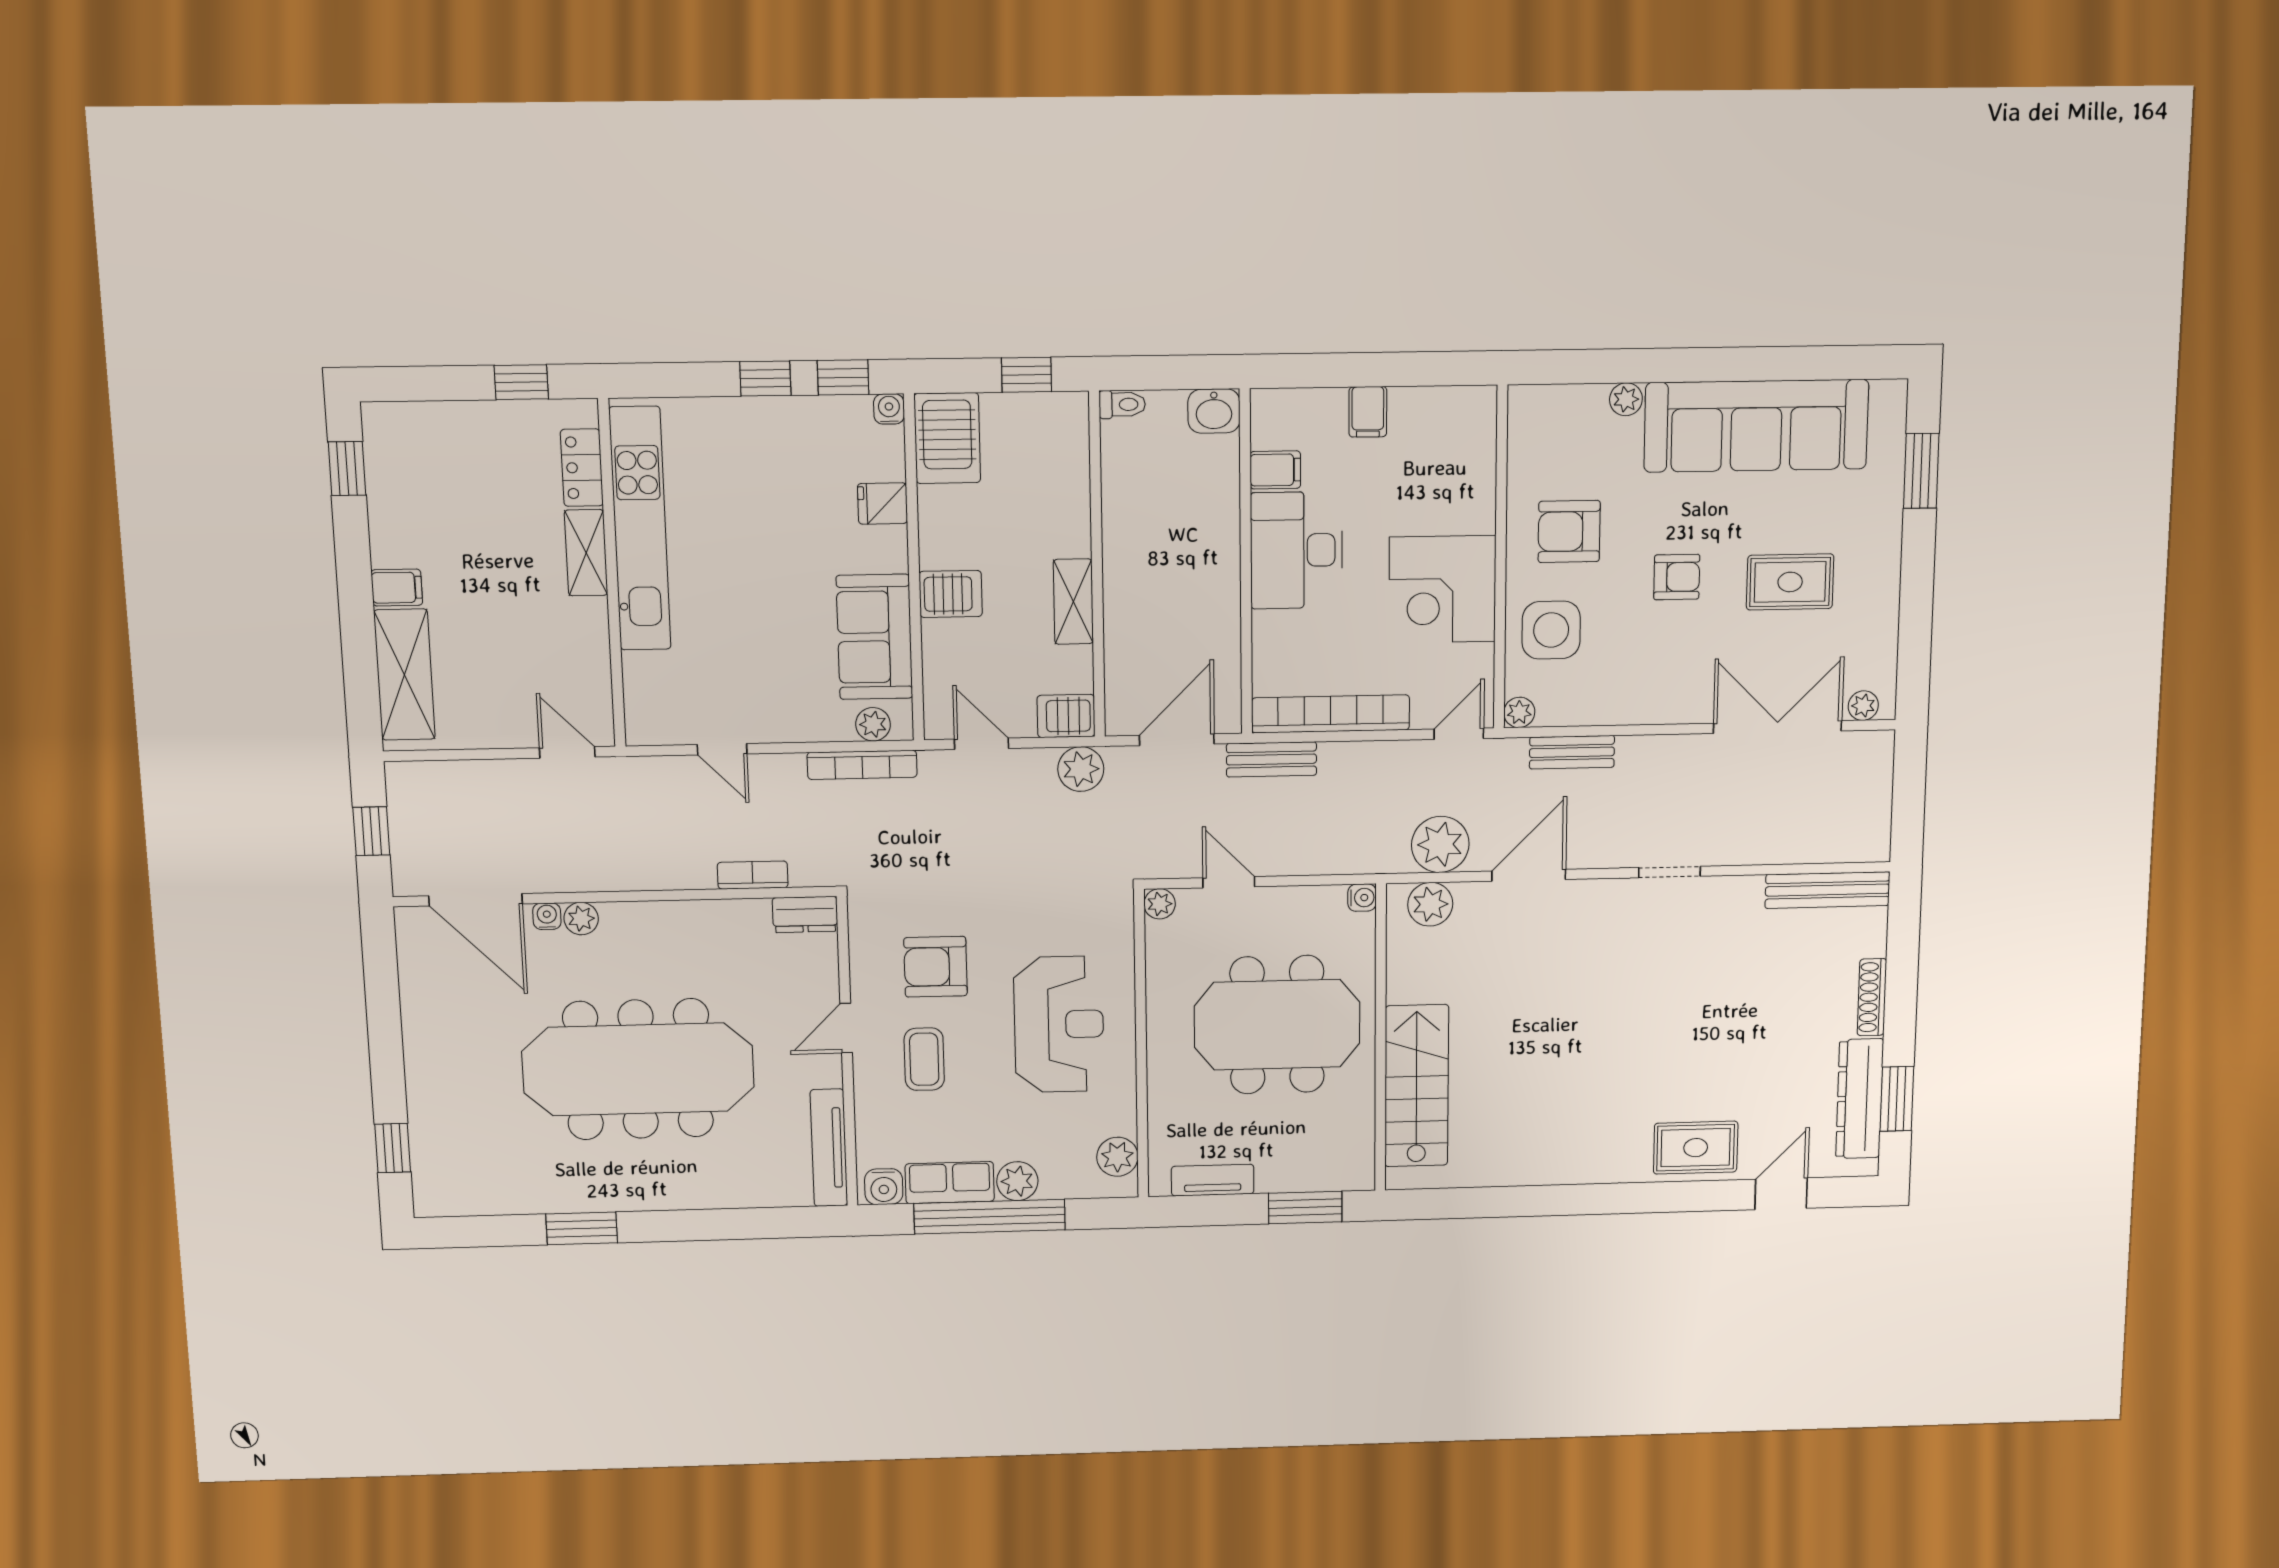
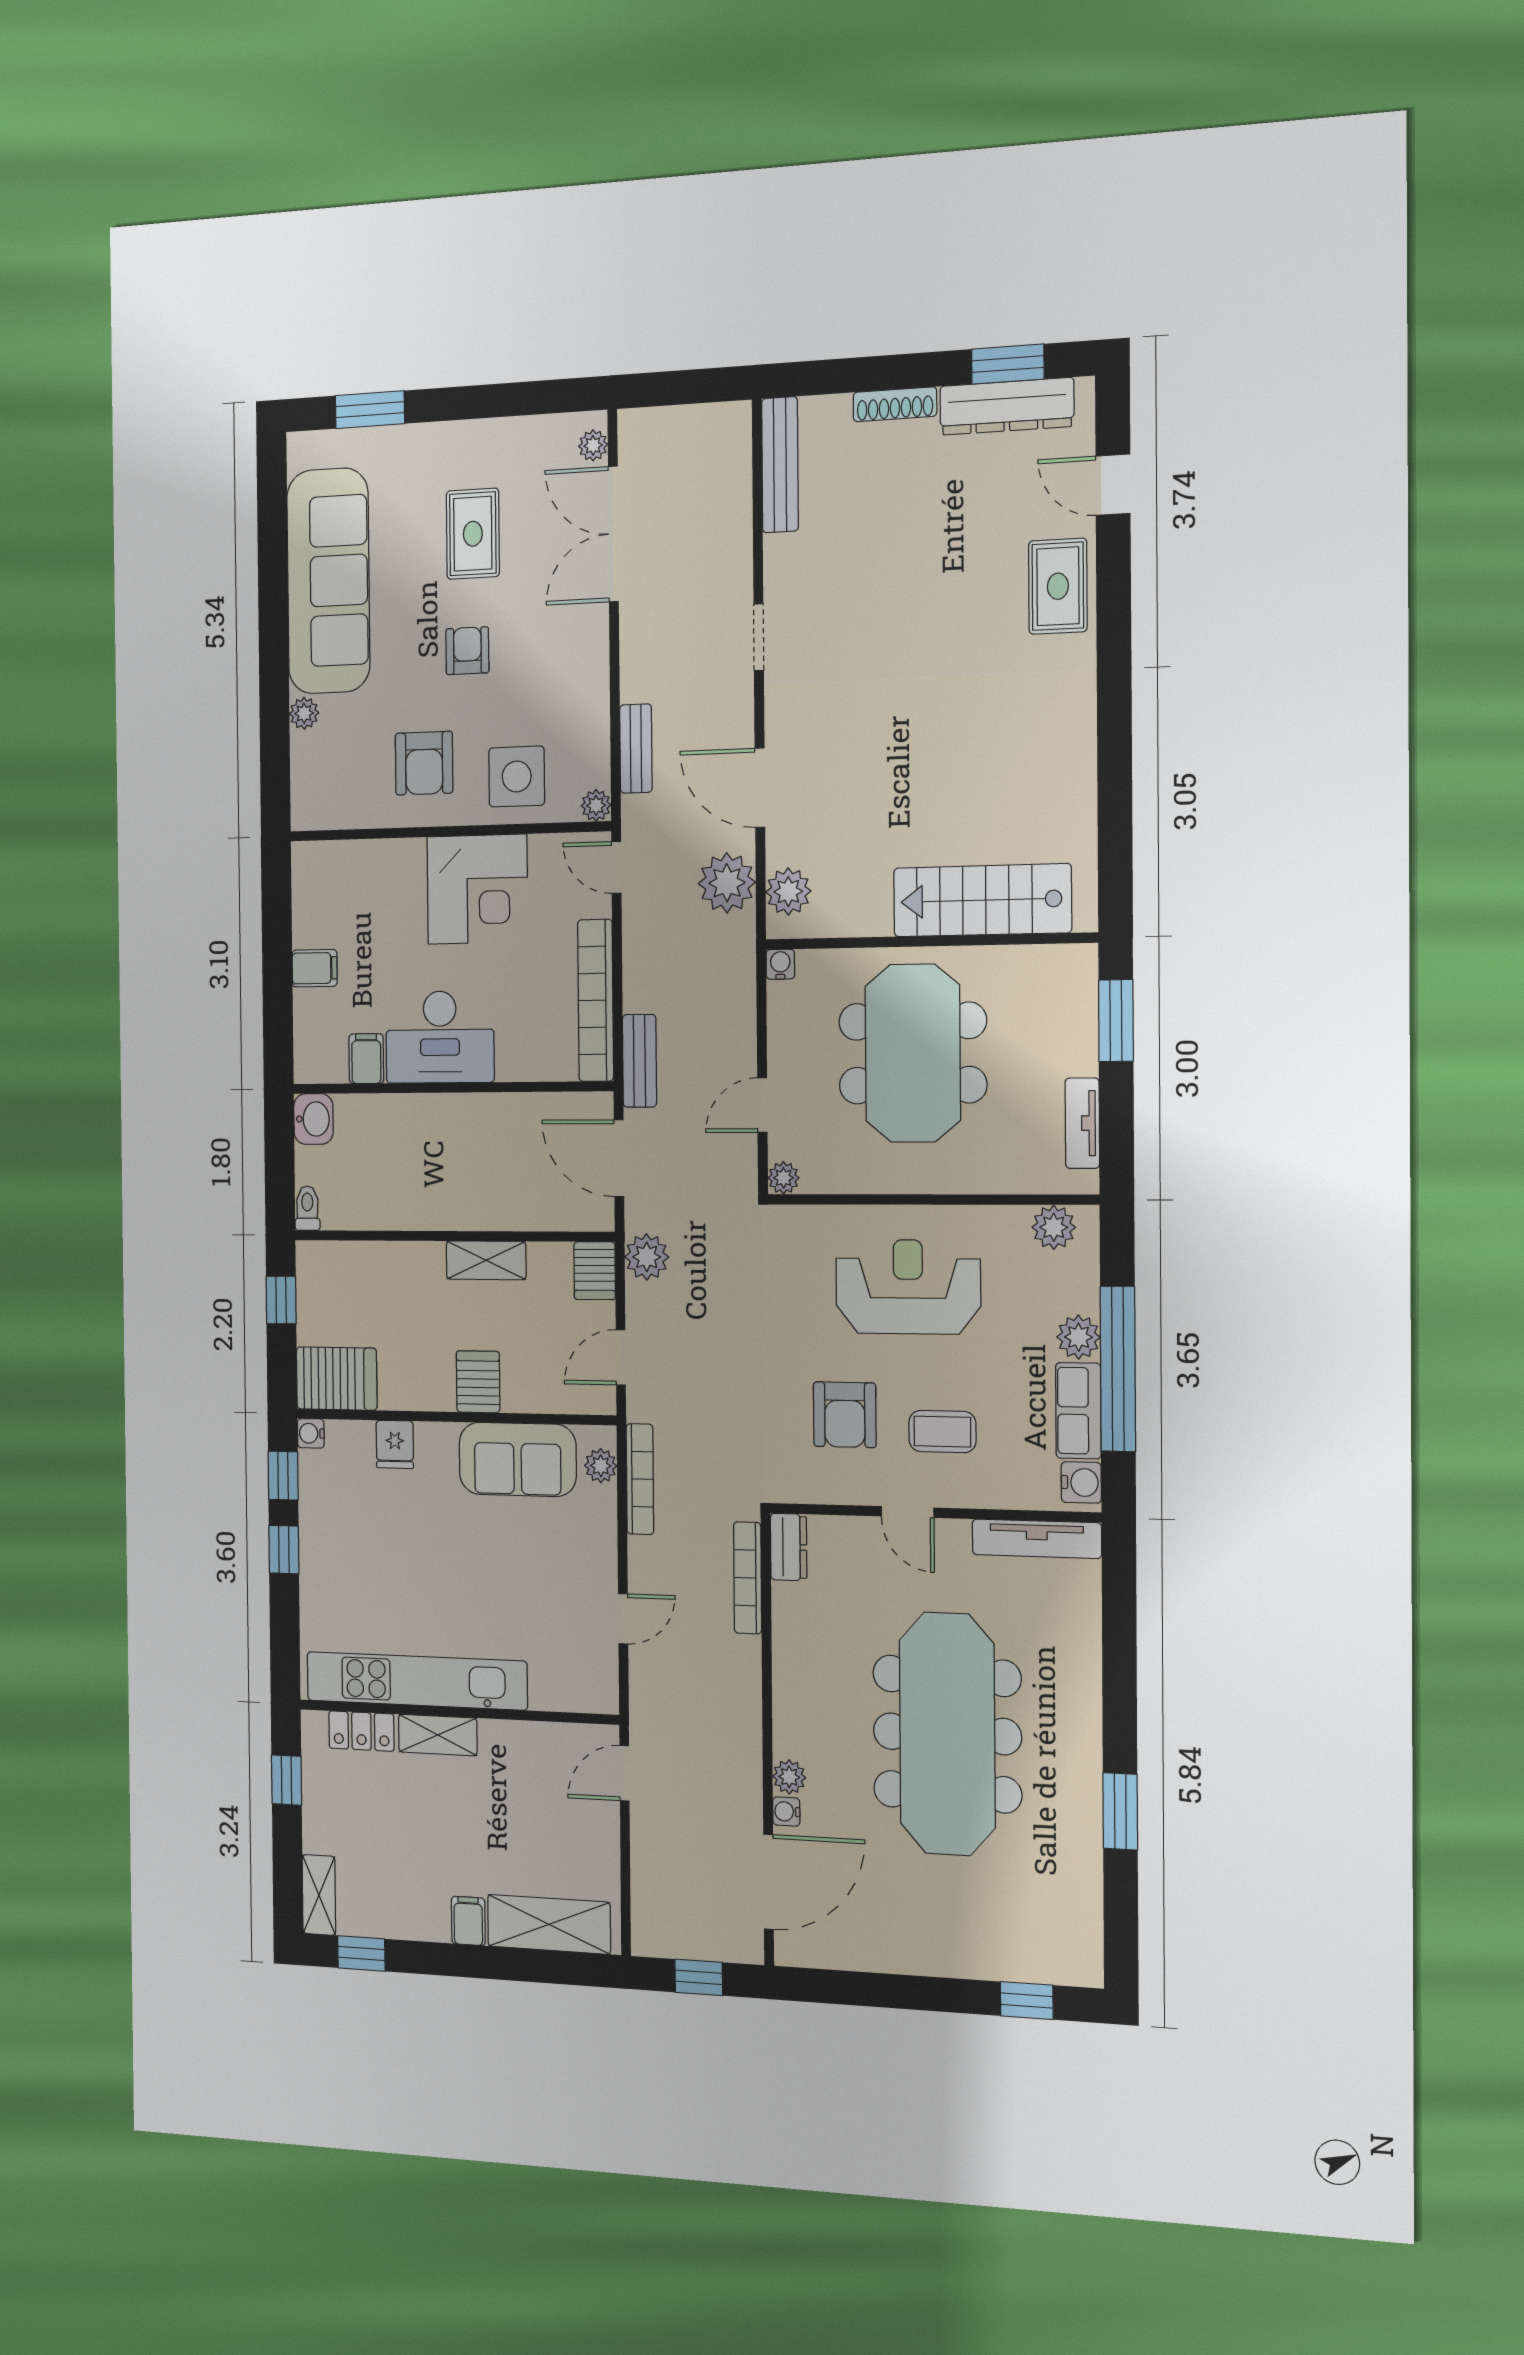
shelving: (403, 420) -> (319, 1895), added
bookcase: (753, 875) -> (748, 1578), width x1.56

